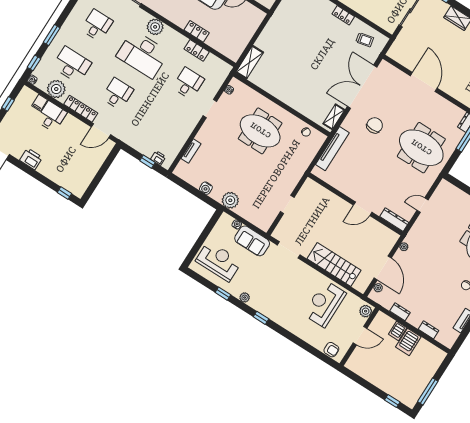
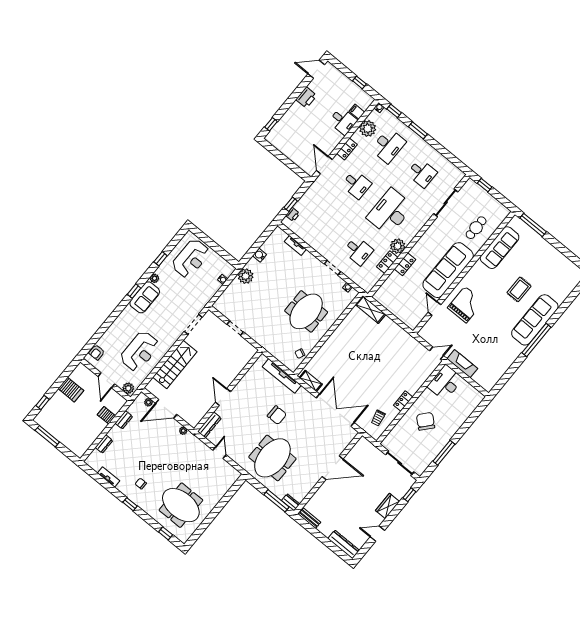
plant: (155, 27) -> (398, 246), moved
locker: (81, 109) -> (347, 149), width x0.66
chair: (375, 125) -> (277, 415), moved
sofa: (252, 241) -> (145, 297), moved, turned 180
reception desk: (325, 304) -> (140, 351), turned 90
server rack: (408, 342) -> (71, 390), moved, turned 180

